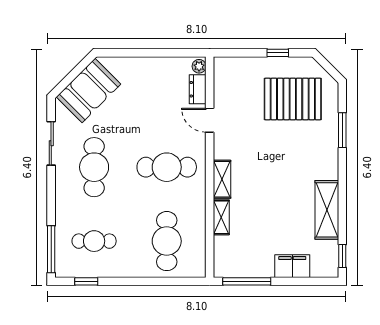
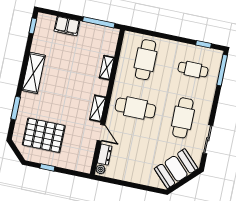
shelving: (222, 179) -> (98, 108), moved
shelving: (327, 210) -> (34, 73), moved

